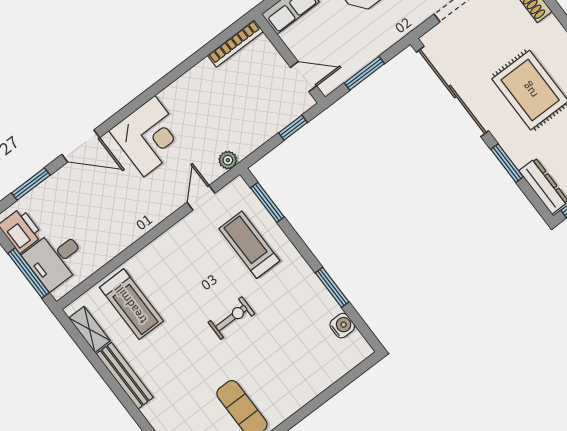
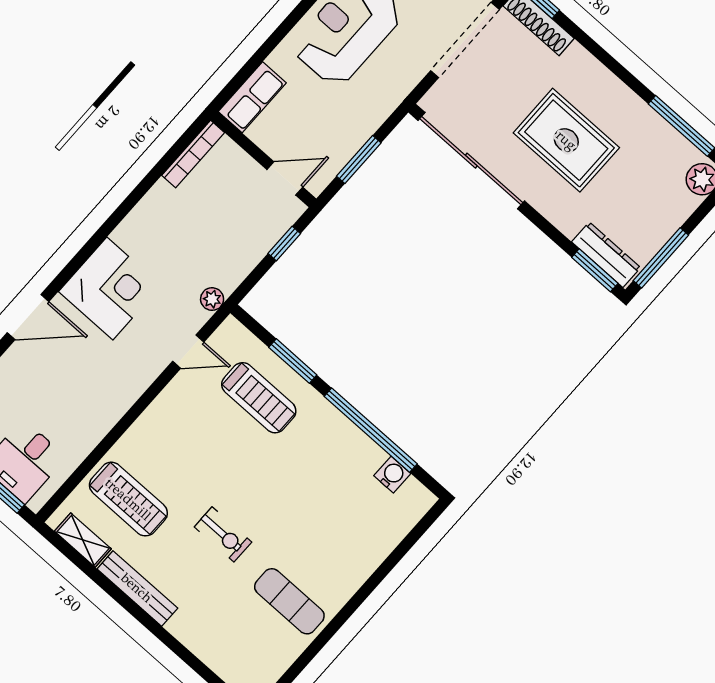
window: (507, 163) -> (595, 270), moved
door: (201, 198) -> (188, 352), swing flipped
window: (267, 202) -> (293, 361), moved
treadmill: (249, 245) -> (259, 398), turned 180
window: (332, 287) -> (371, 430), width x2.11
exercise bike: (231, 318) -> (223, 534), moved, turned 90

